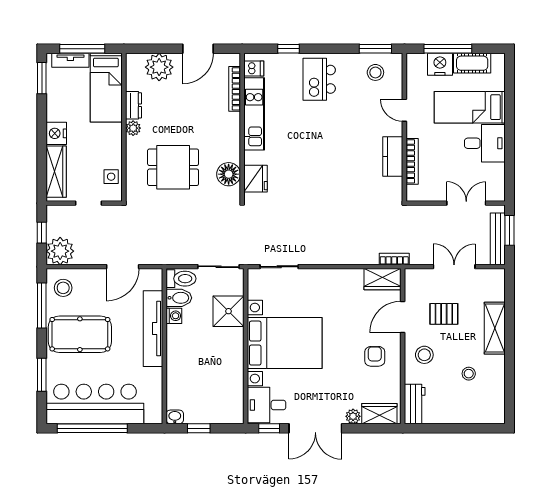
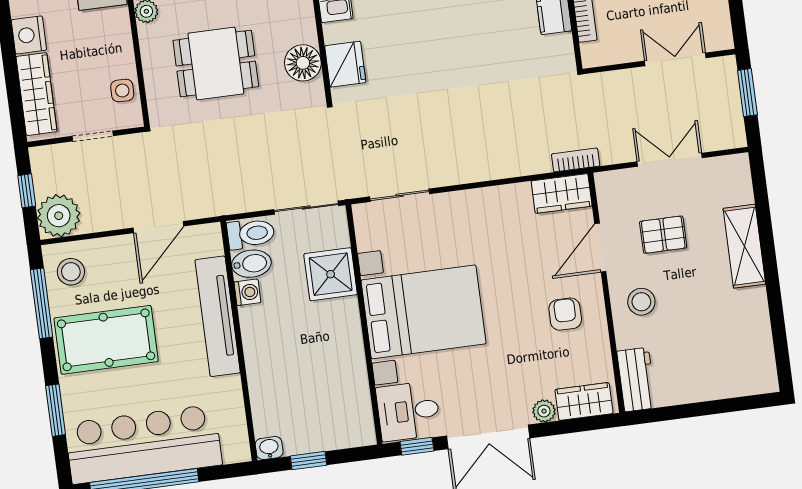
bench: (498, 239) -> (731, 108), removed
stool: (469, 374) -> (714, 322), removed

